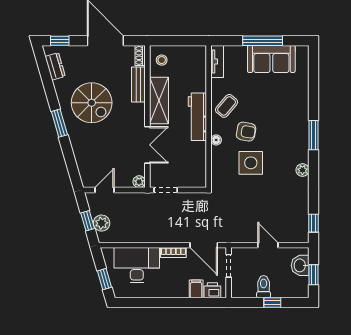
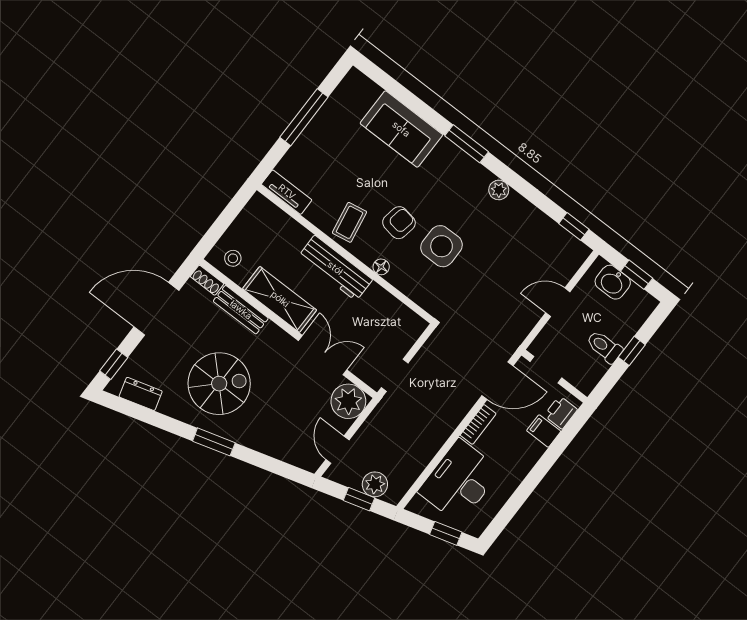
sofa: (271, 59) -> (401, 129), moved, turned 90
coffee table: (227, 106) -> (349, 222), turned 40
plant: (139, 182) -> (348, 401), width x1.88, depth x1.88

